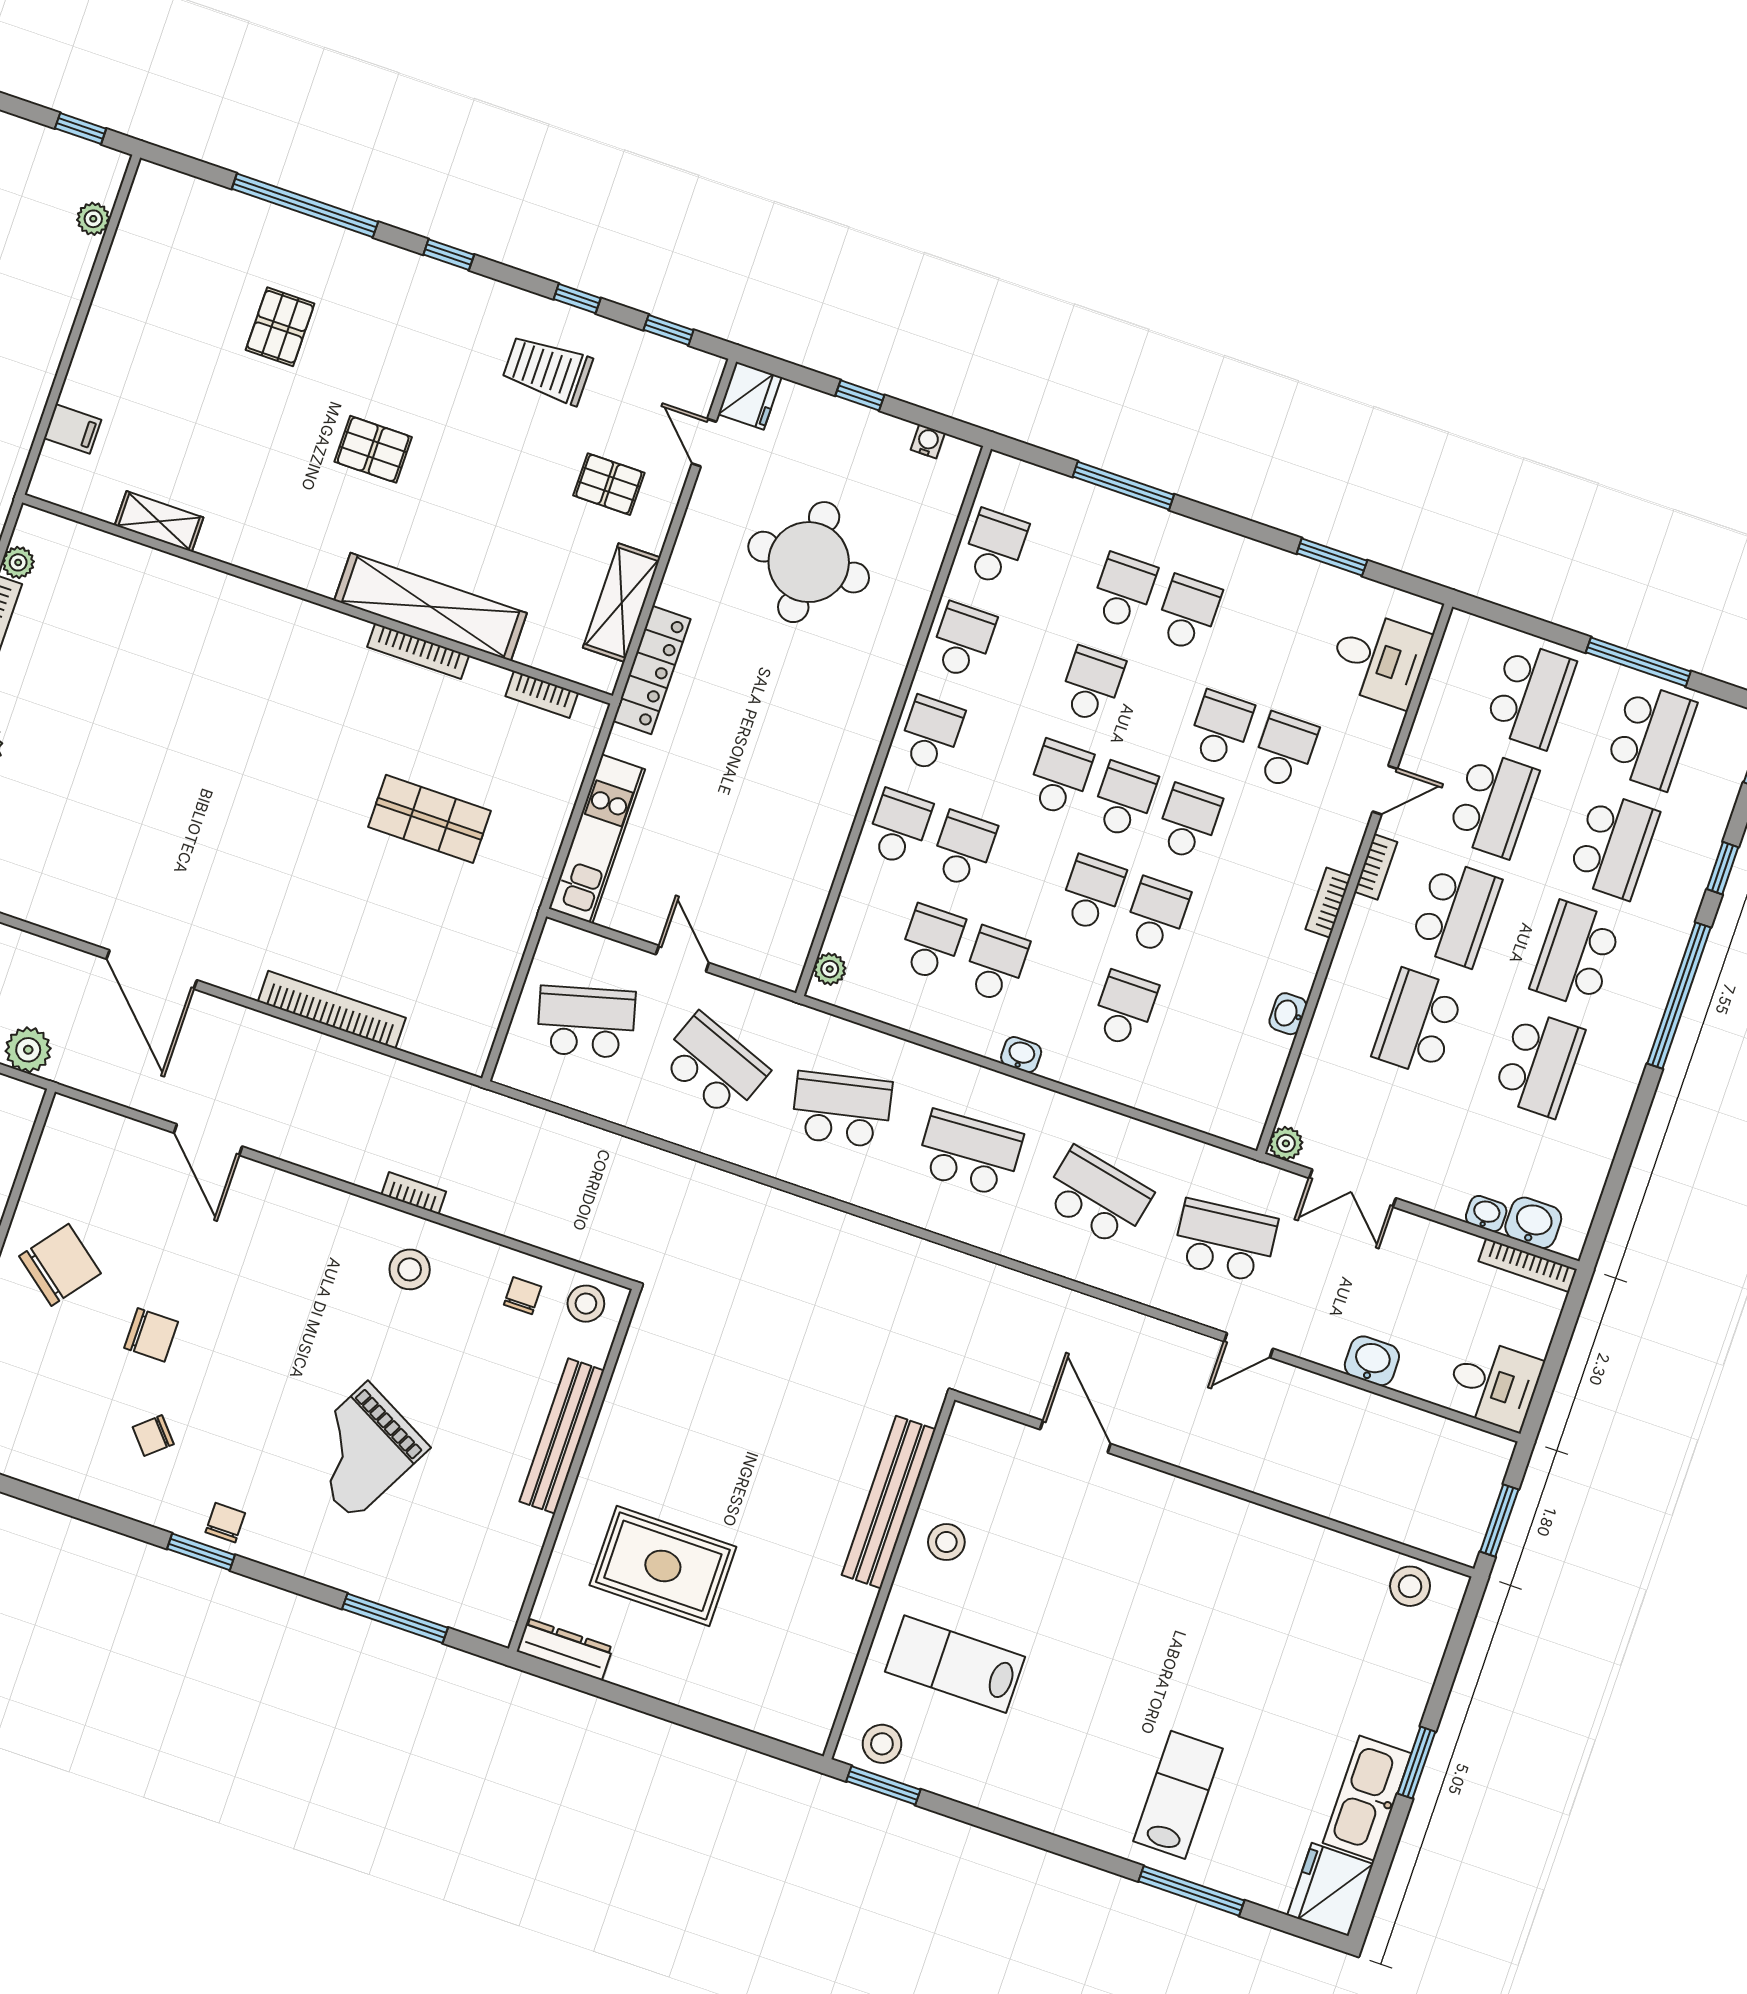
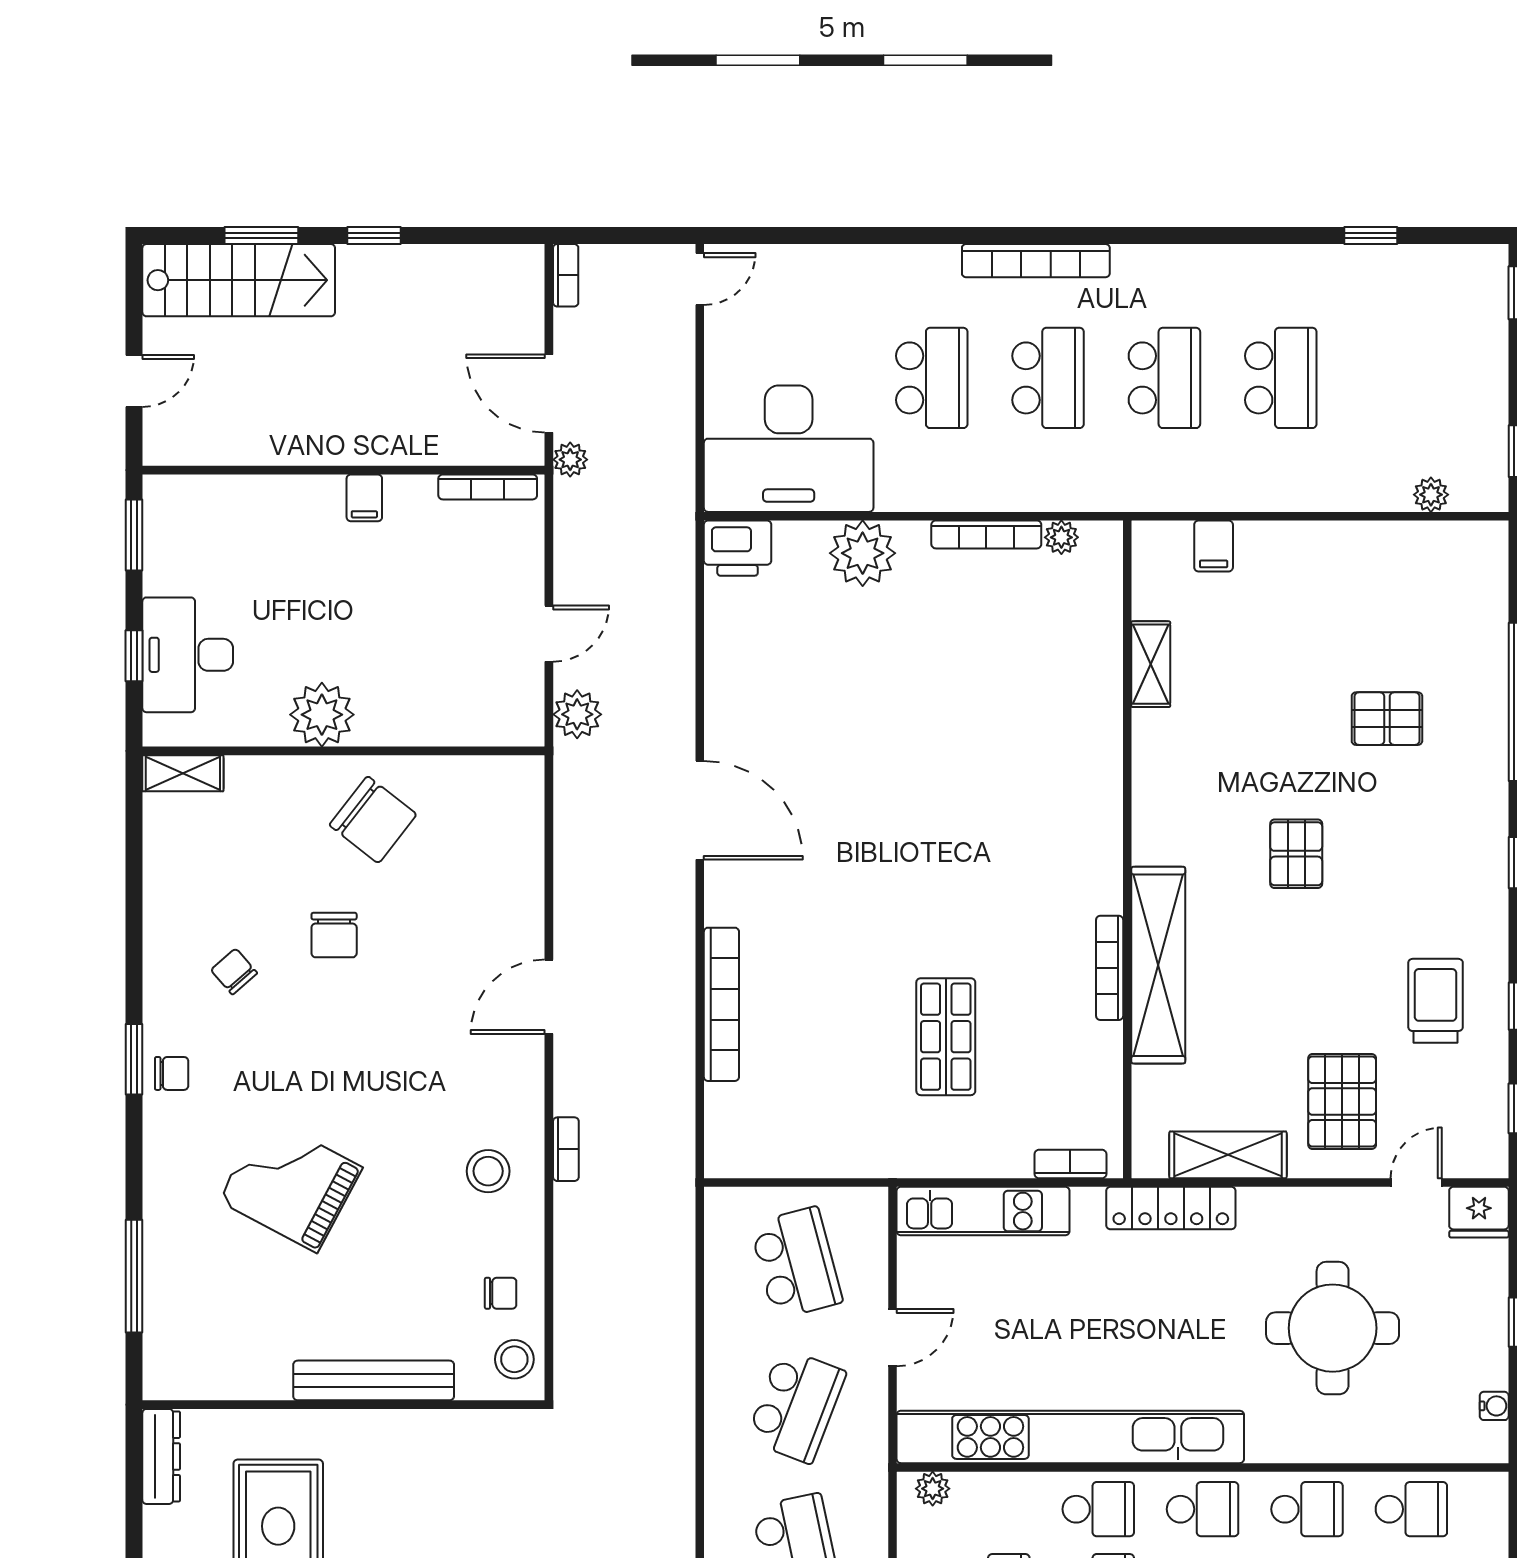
pallet: (609, 484) -> (1342, 1102), width x1.50, depth x1.42
bookcase: (542, 694) -> (1070, 1164), moved, turned 90
kitchen unit: (826, 830) -> (1070, 1437), added
door: (152, 970) -> (700, 810), swing flipped
door: (208, 1140) -> (549, 997), moved

